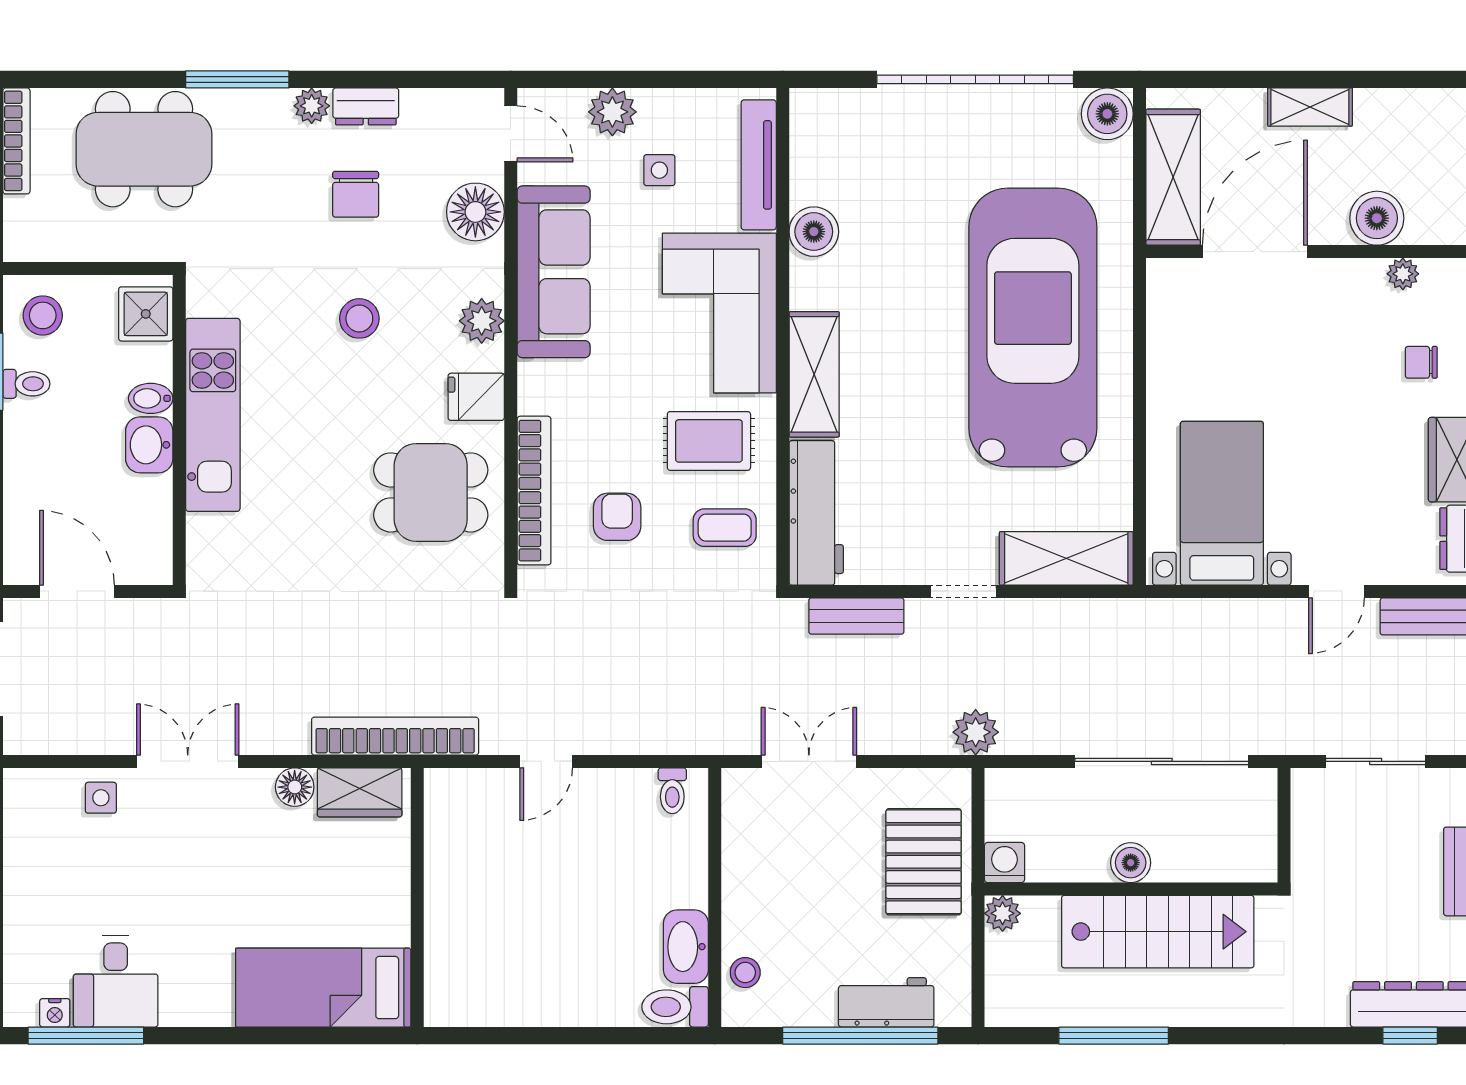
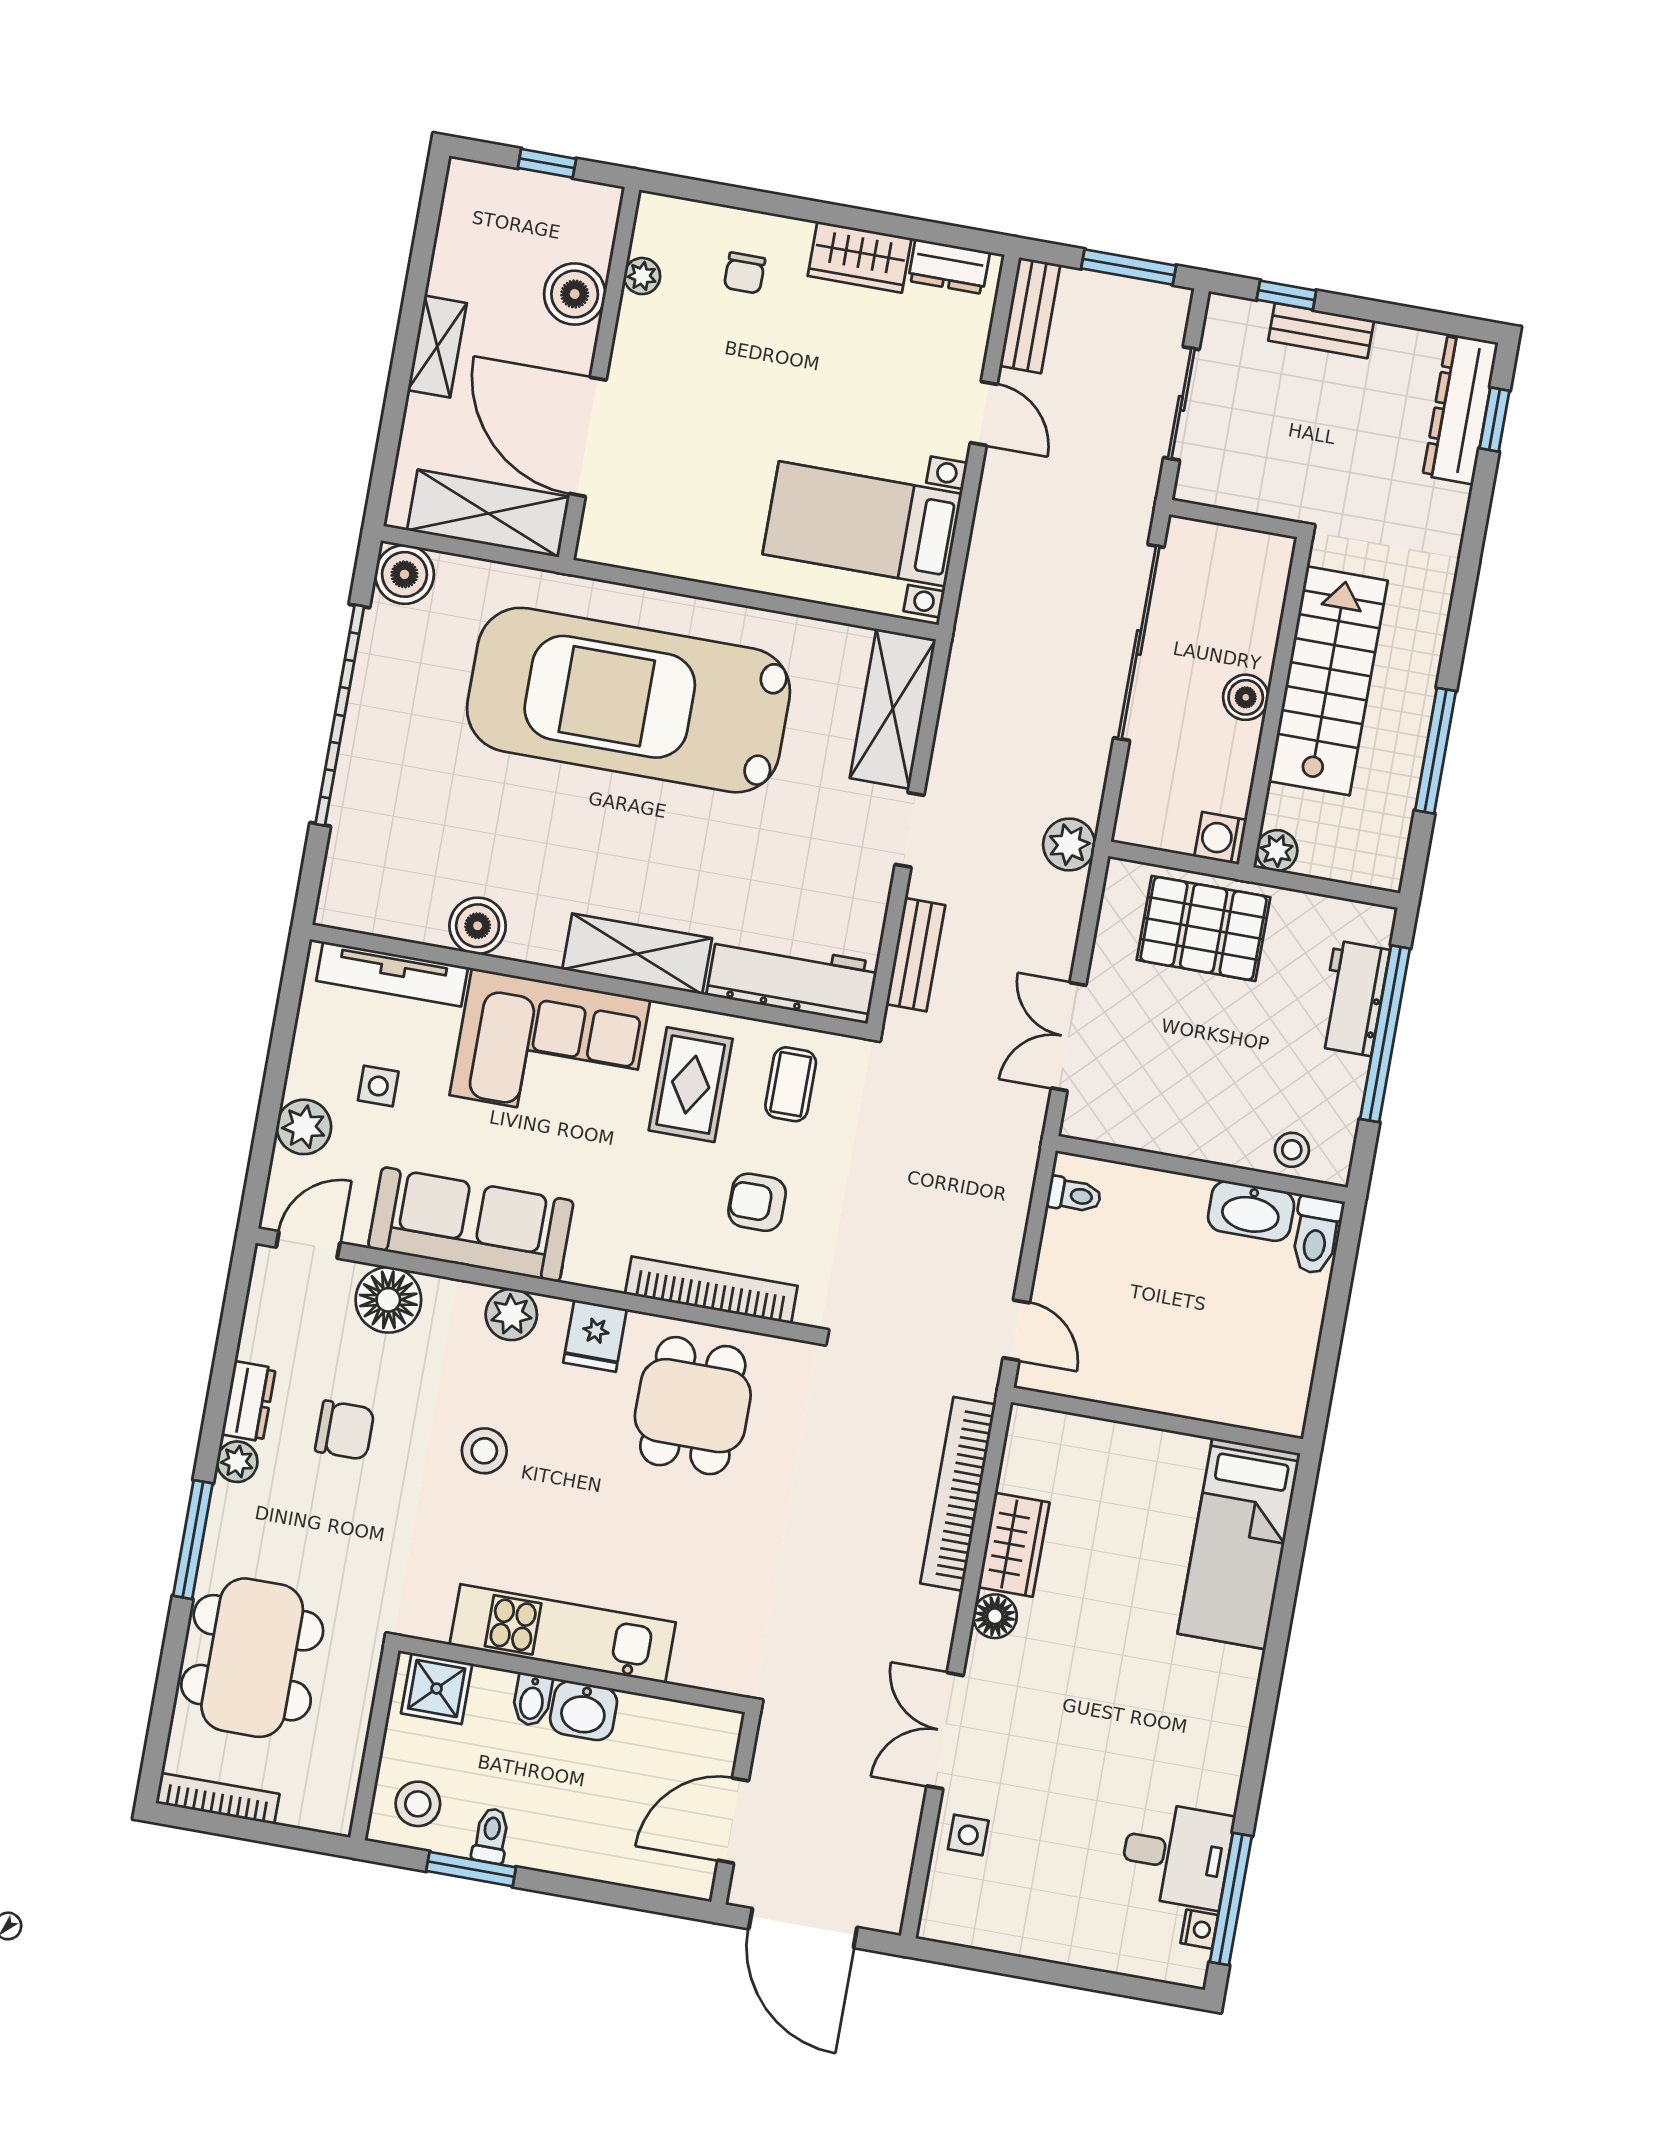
wall: (417, 897) -> (1157, 1421), moved
bed: (323, 988) -> (1239, 1544), moved

